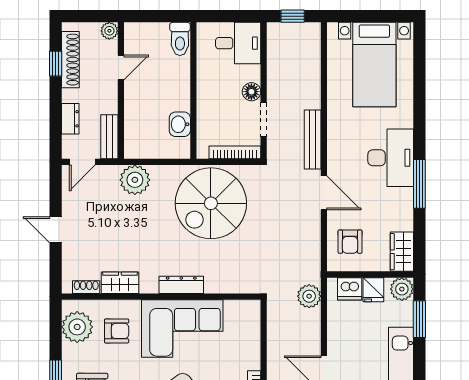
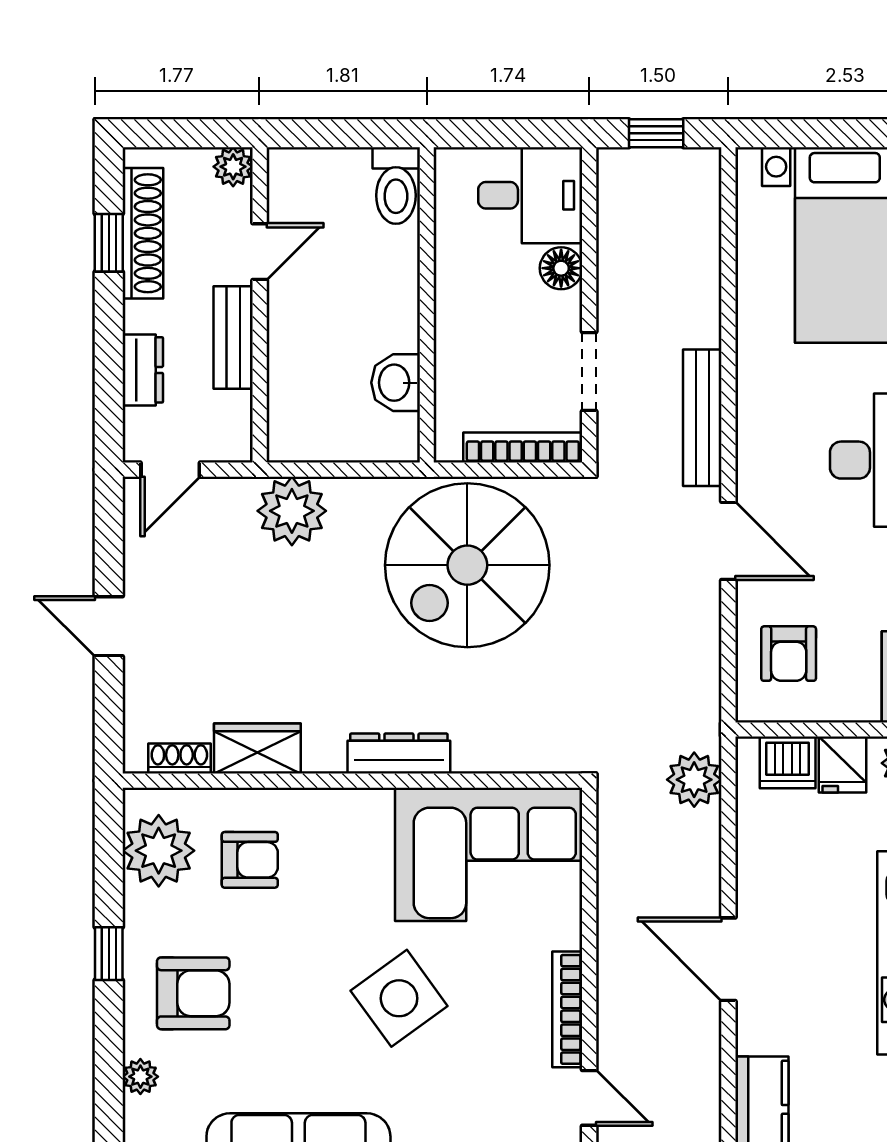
floor lamp: (251, 92) -> (561, 268), moved
bench: (109, 137) -> (233, 338), moved
corner sofa: (182, 329) -> (489, 854), moved

